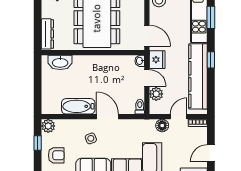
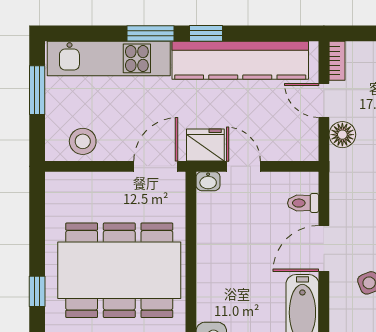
window: (211, 17) -> (150, 33), moved
door: (147, 78) -> (243, 166), hinge flipped
plant: (156, 94) -> (277, 147), removed
toilet: (140, 107) -> (303, 203), moved

